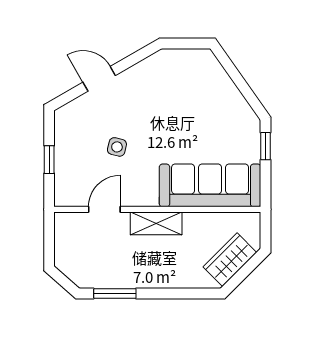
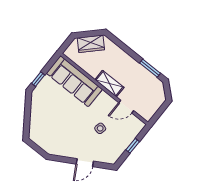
door: (99, 79) -> (85, 163), hinge flipped

